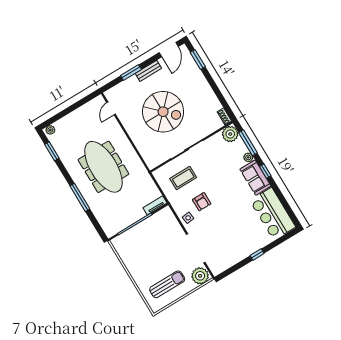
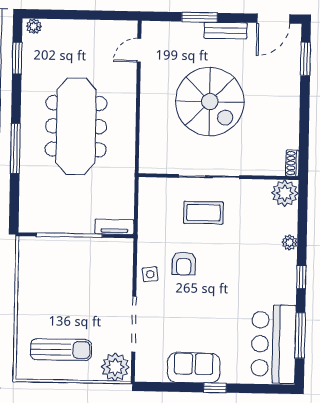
window: (248, 143) -> (300, 336), moved
coffee table: (183, 178) -> (203, 213), moved
sofa: (255, 178) -> (194, 368), moved, turned 90

